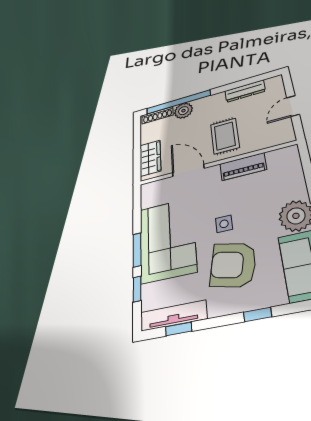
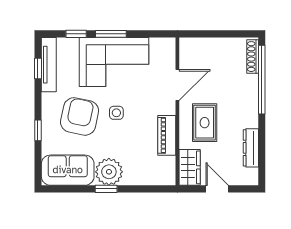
plant: (183, 111) -> (249, 84), removed
rug: (225, 136) -> (205, 123), turned 90
wardrobe: (150, 158) -> (190, 167), moved, turned -90

